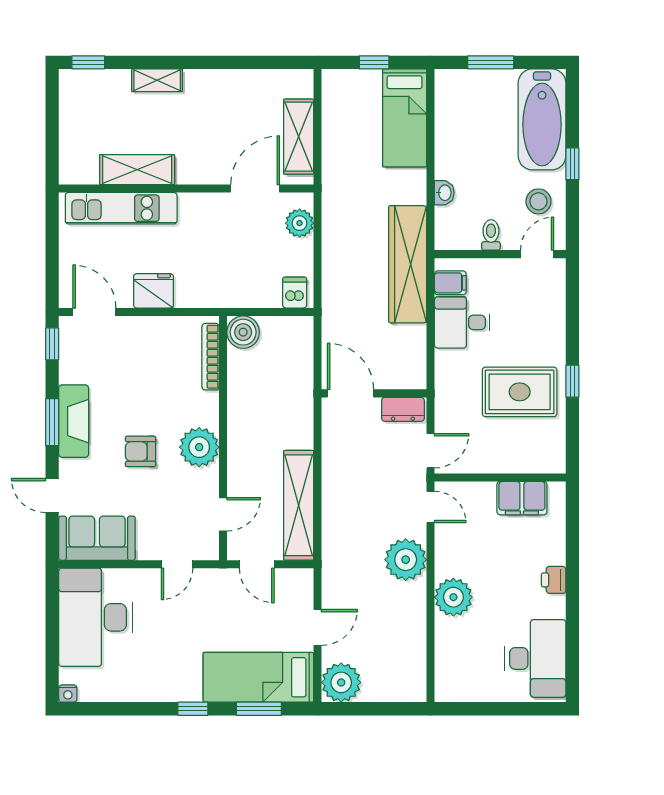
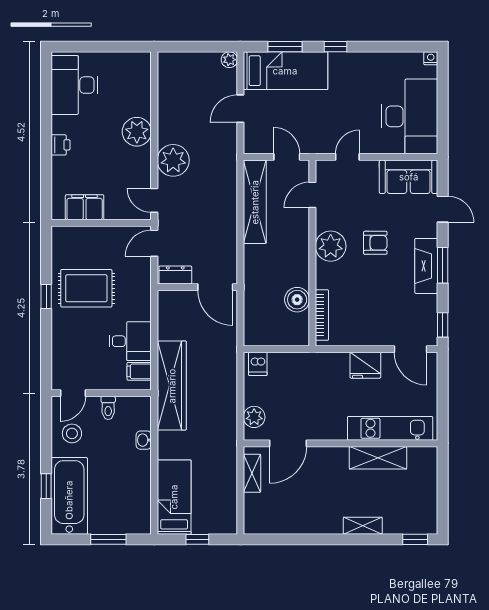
shelving: (299, 137) -> (252, 473), width x0.67, depth x0.75
window: (572, 164) -> (46, 486), moved
boiler: (243, 332) -> (297, 300), moved
plant: (341, 682) -> (229, 60), width x0.53, depth x0.53

